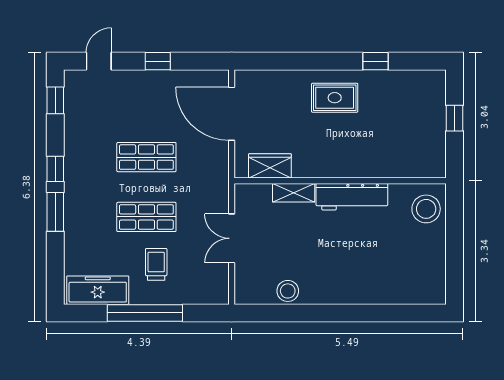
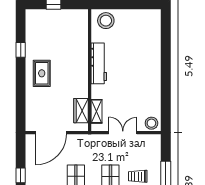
shelving: (294, 193) -> (96, 111), moved
double door: (232, 238) -> (123, 133), swing flipped
stool: (288, 291) -> (151, 123), moved

